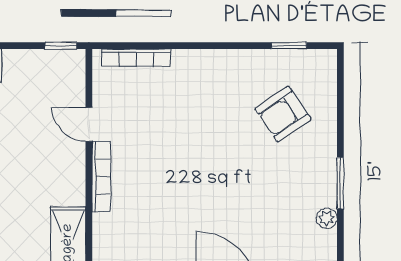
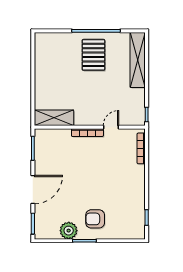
armchair: (283, 114) -> (95, 219), moved, turned -56
plant: (327, 218) -> (69, 231), width x1.88, depth x1.88

